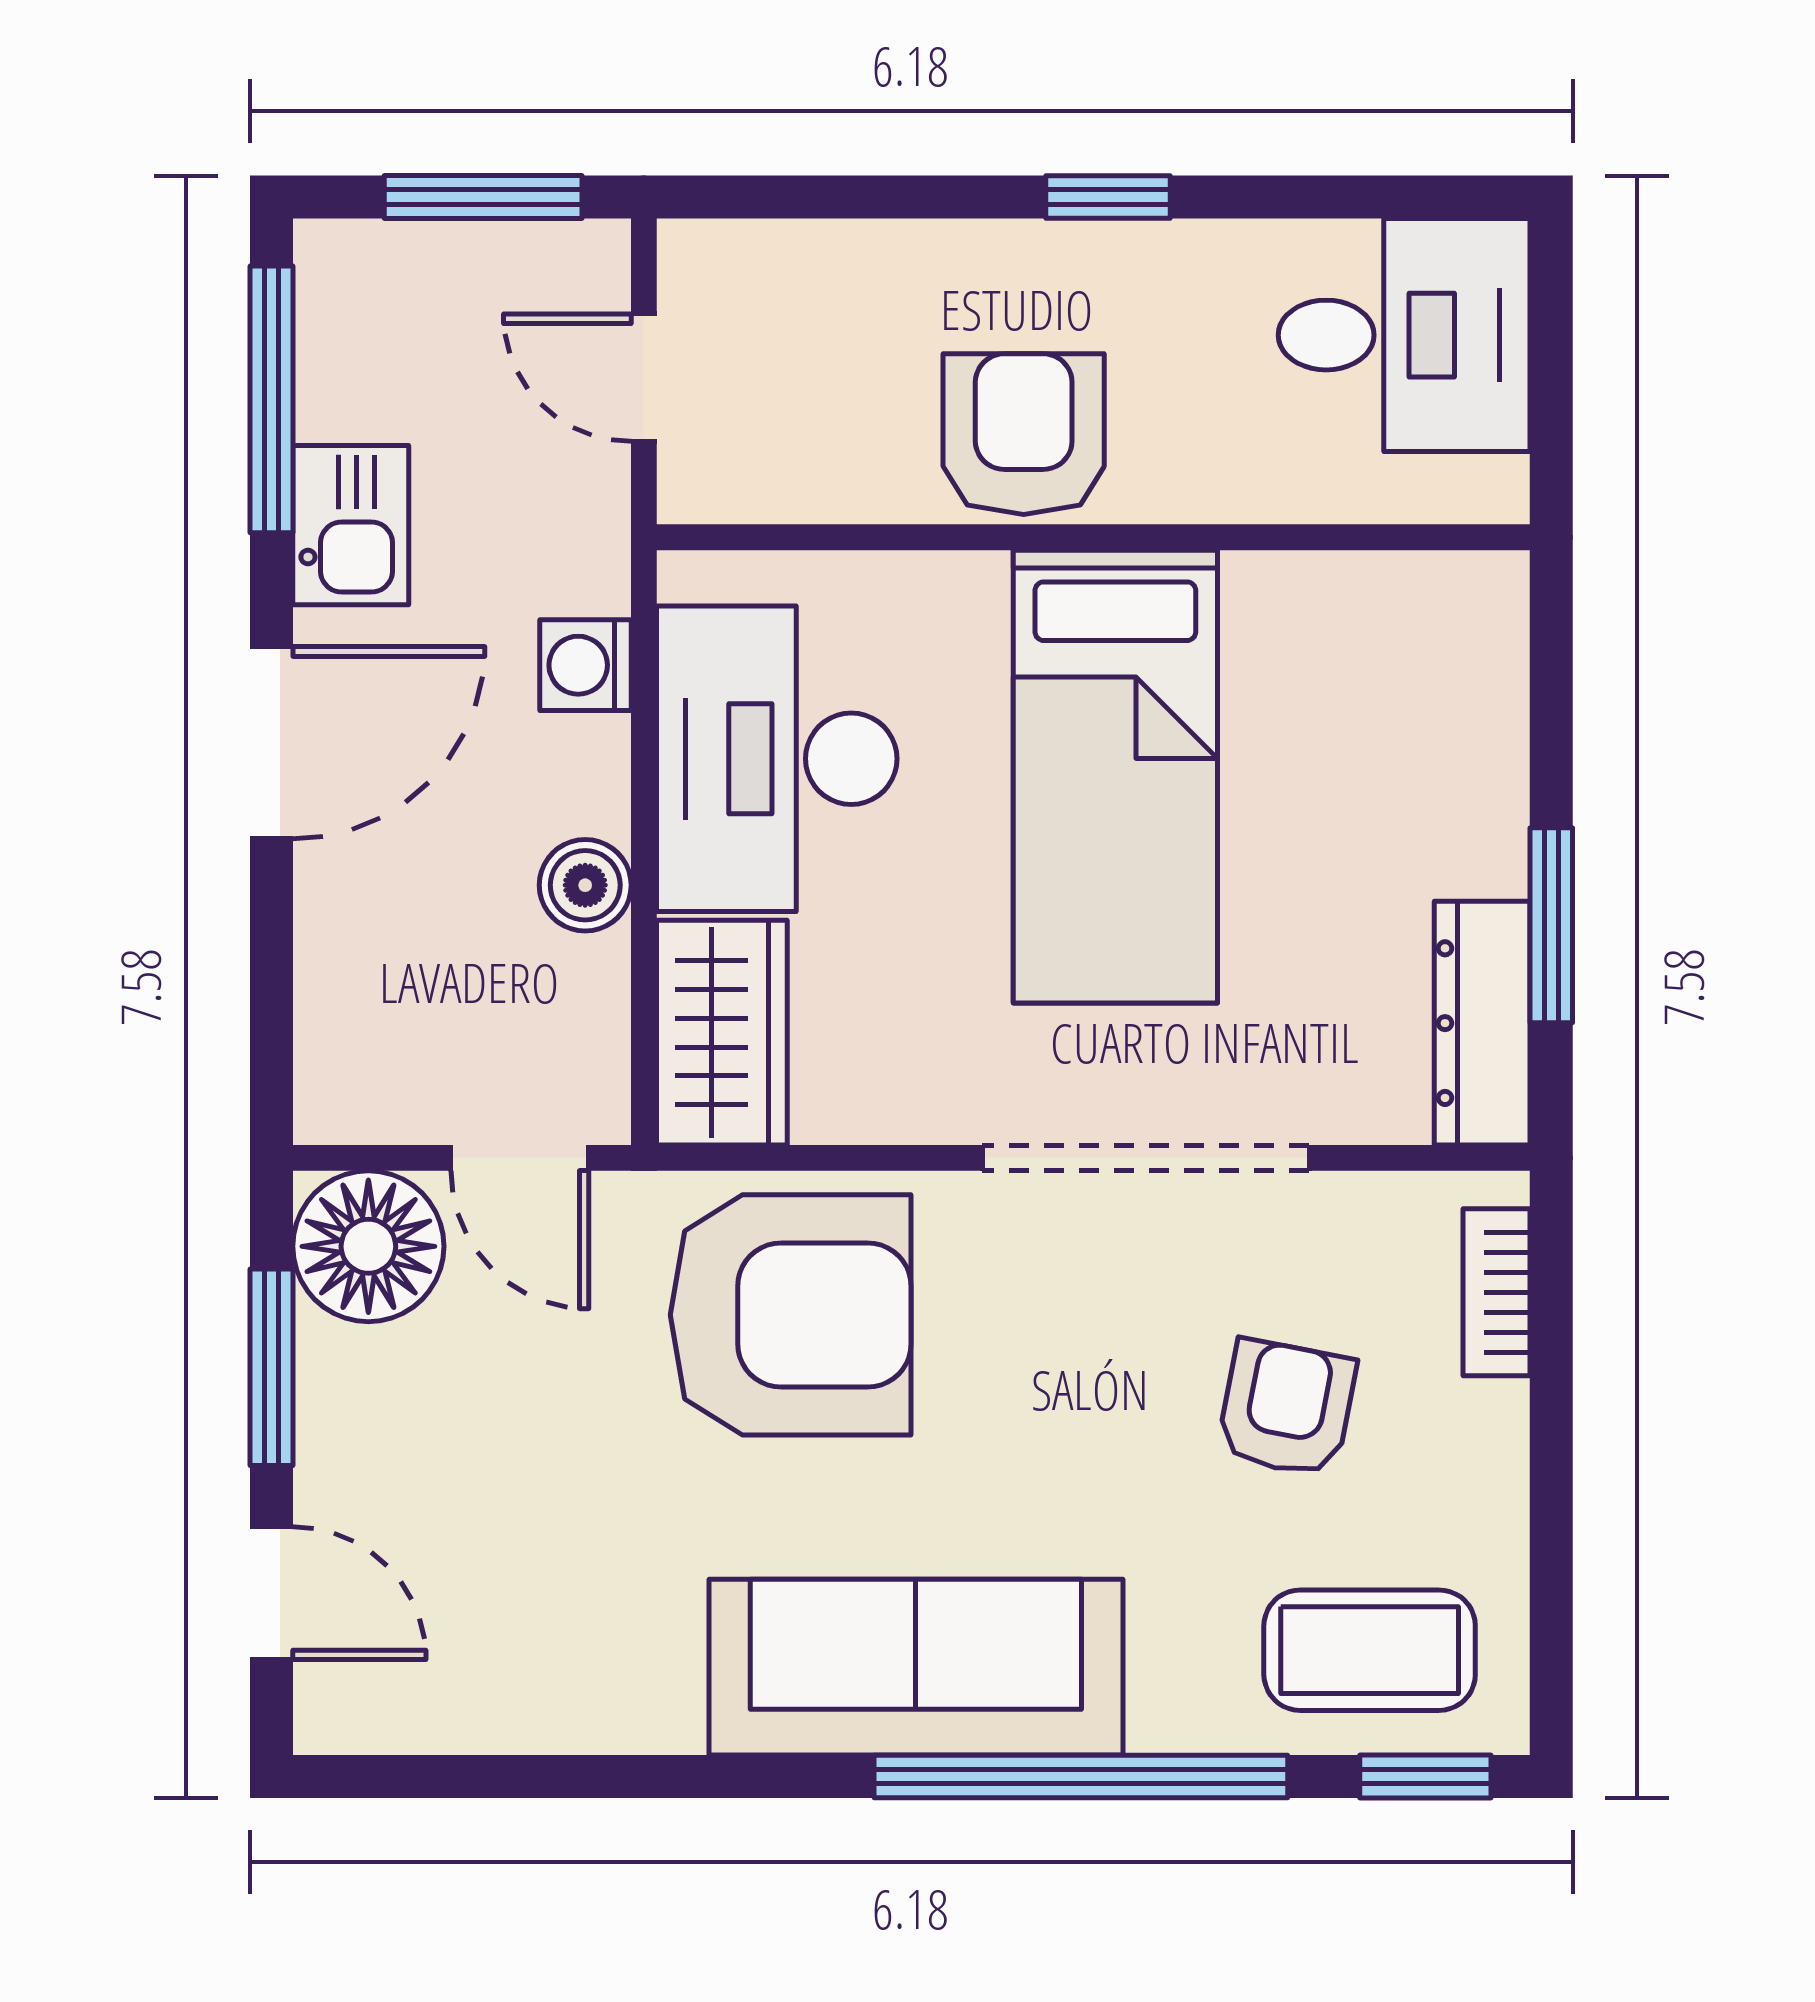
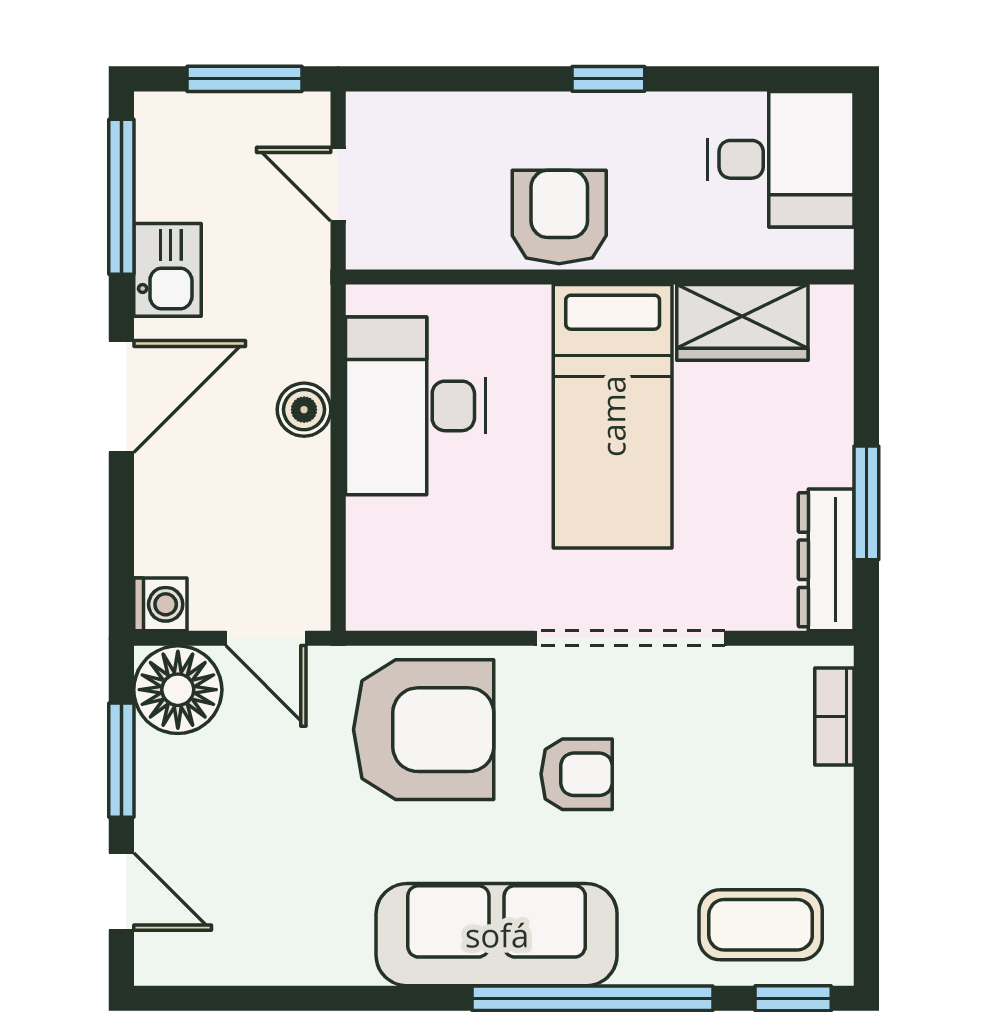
washing machine: (586, 665) -> (160, 604), moved, turned 180
boiler: (585, 885) -> (304, 410), moved
wardrobe: (722, 1033) -> (742, 322), moved, turned 90
armchair: (1287, 1408) -> (577, 774), moved, turned 79

